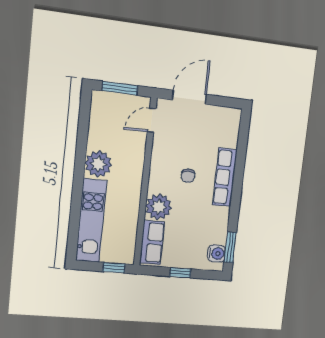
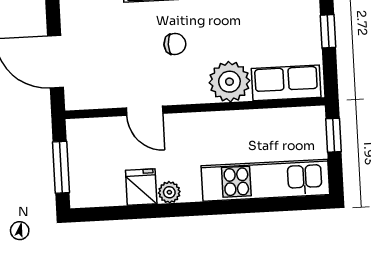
door: (152, 120) -> (145, 111), moved
fridge: (99, 139) -> (141, 187), added
plant: (98, 164) -> (169, 192), width x0.53, depth x0.53

